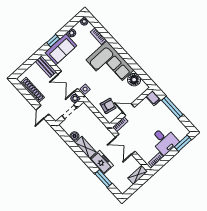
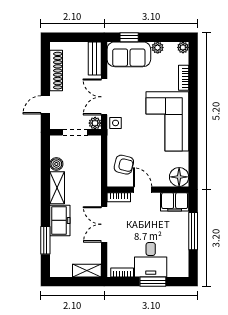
floor lamp: (134, 80) -> (179, 177), moved
filing cabinet: (153, 98) -> (175, 202), width x2.00
window: (183, 143) -> (153, 282), moved

